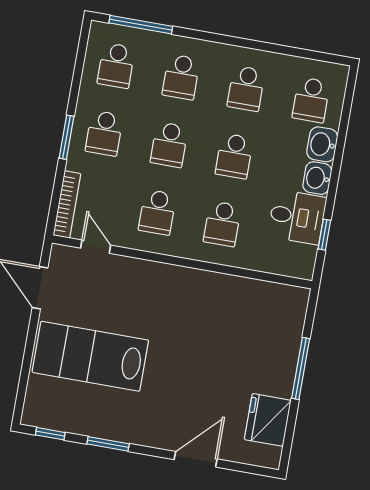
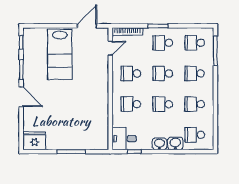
desk: (297, 217) -> (124, 139), moved, turned 90
lab bench: (90, 356) -> (60, 54), turned 180
fridge: (268, 420) -> (34, 141), moved
door: (196, 459) -> (21, 97), moved

